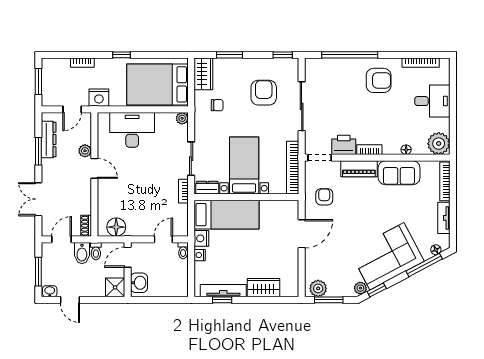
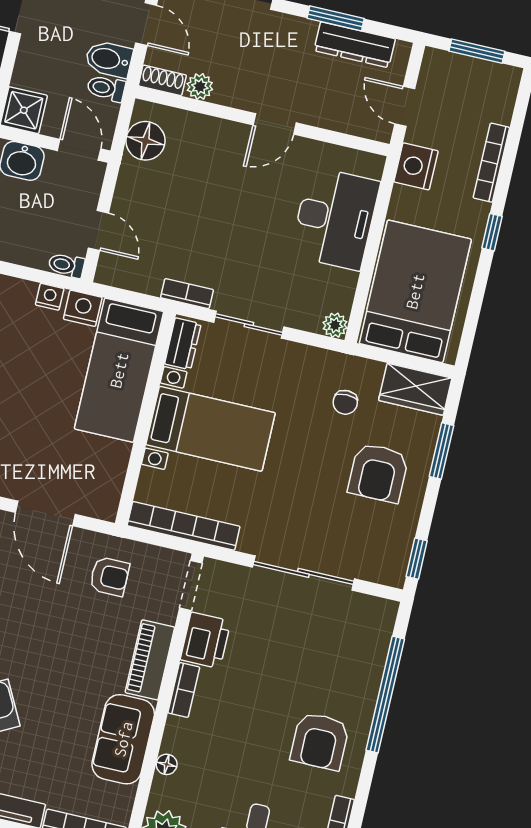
bookcase: (82, 63) -> (491, 163), width x1.56
armchair: (264, 93) -> (378, 473), moved, turned 90
plant: (85, 151) -> (200, 87), moved

